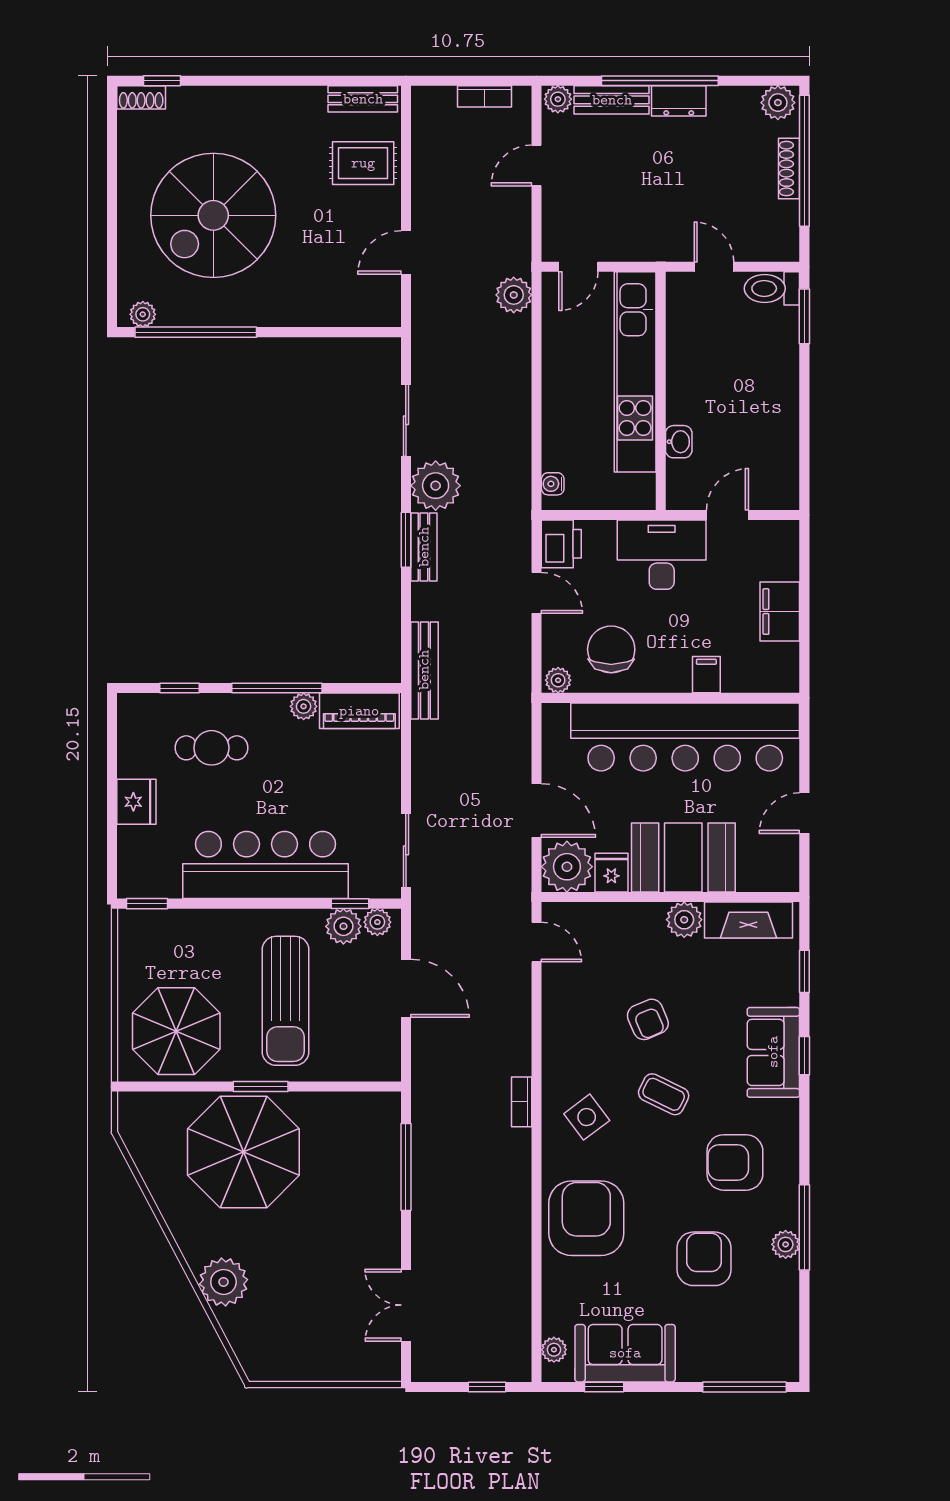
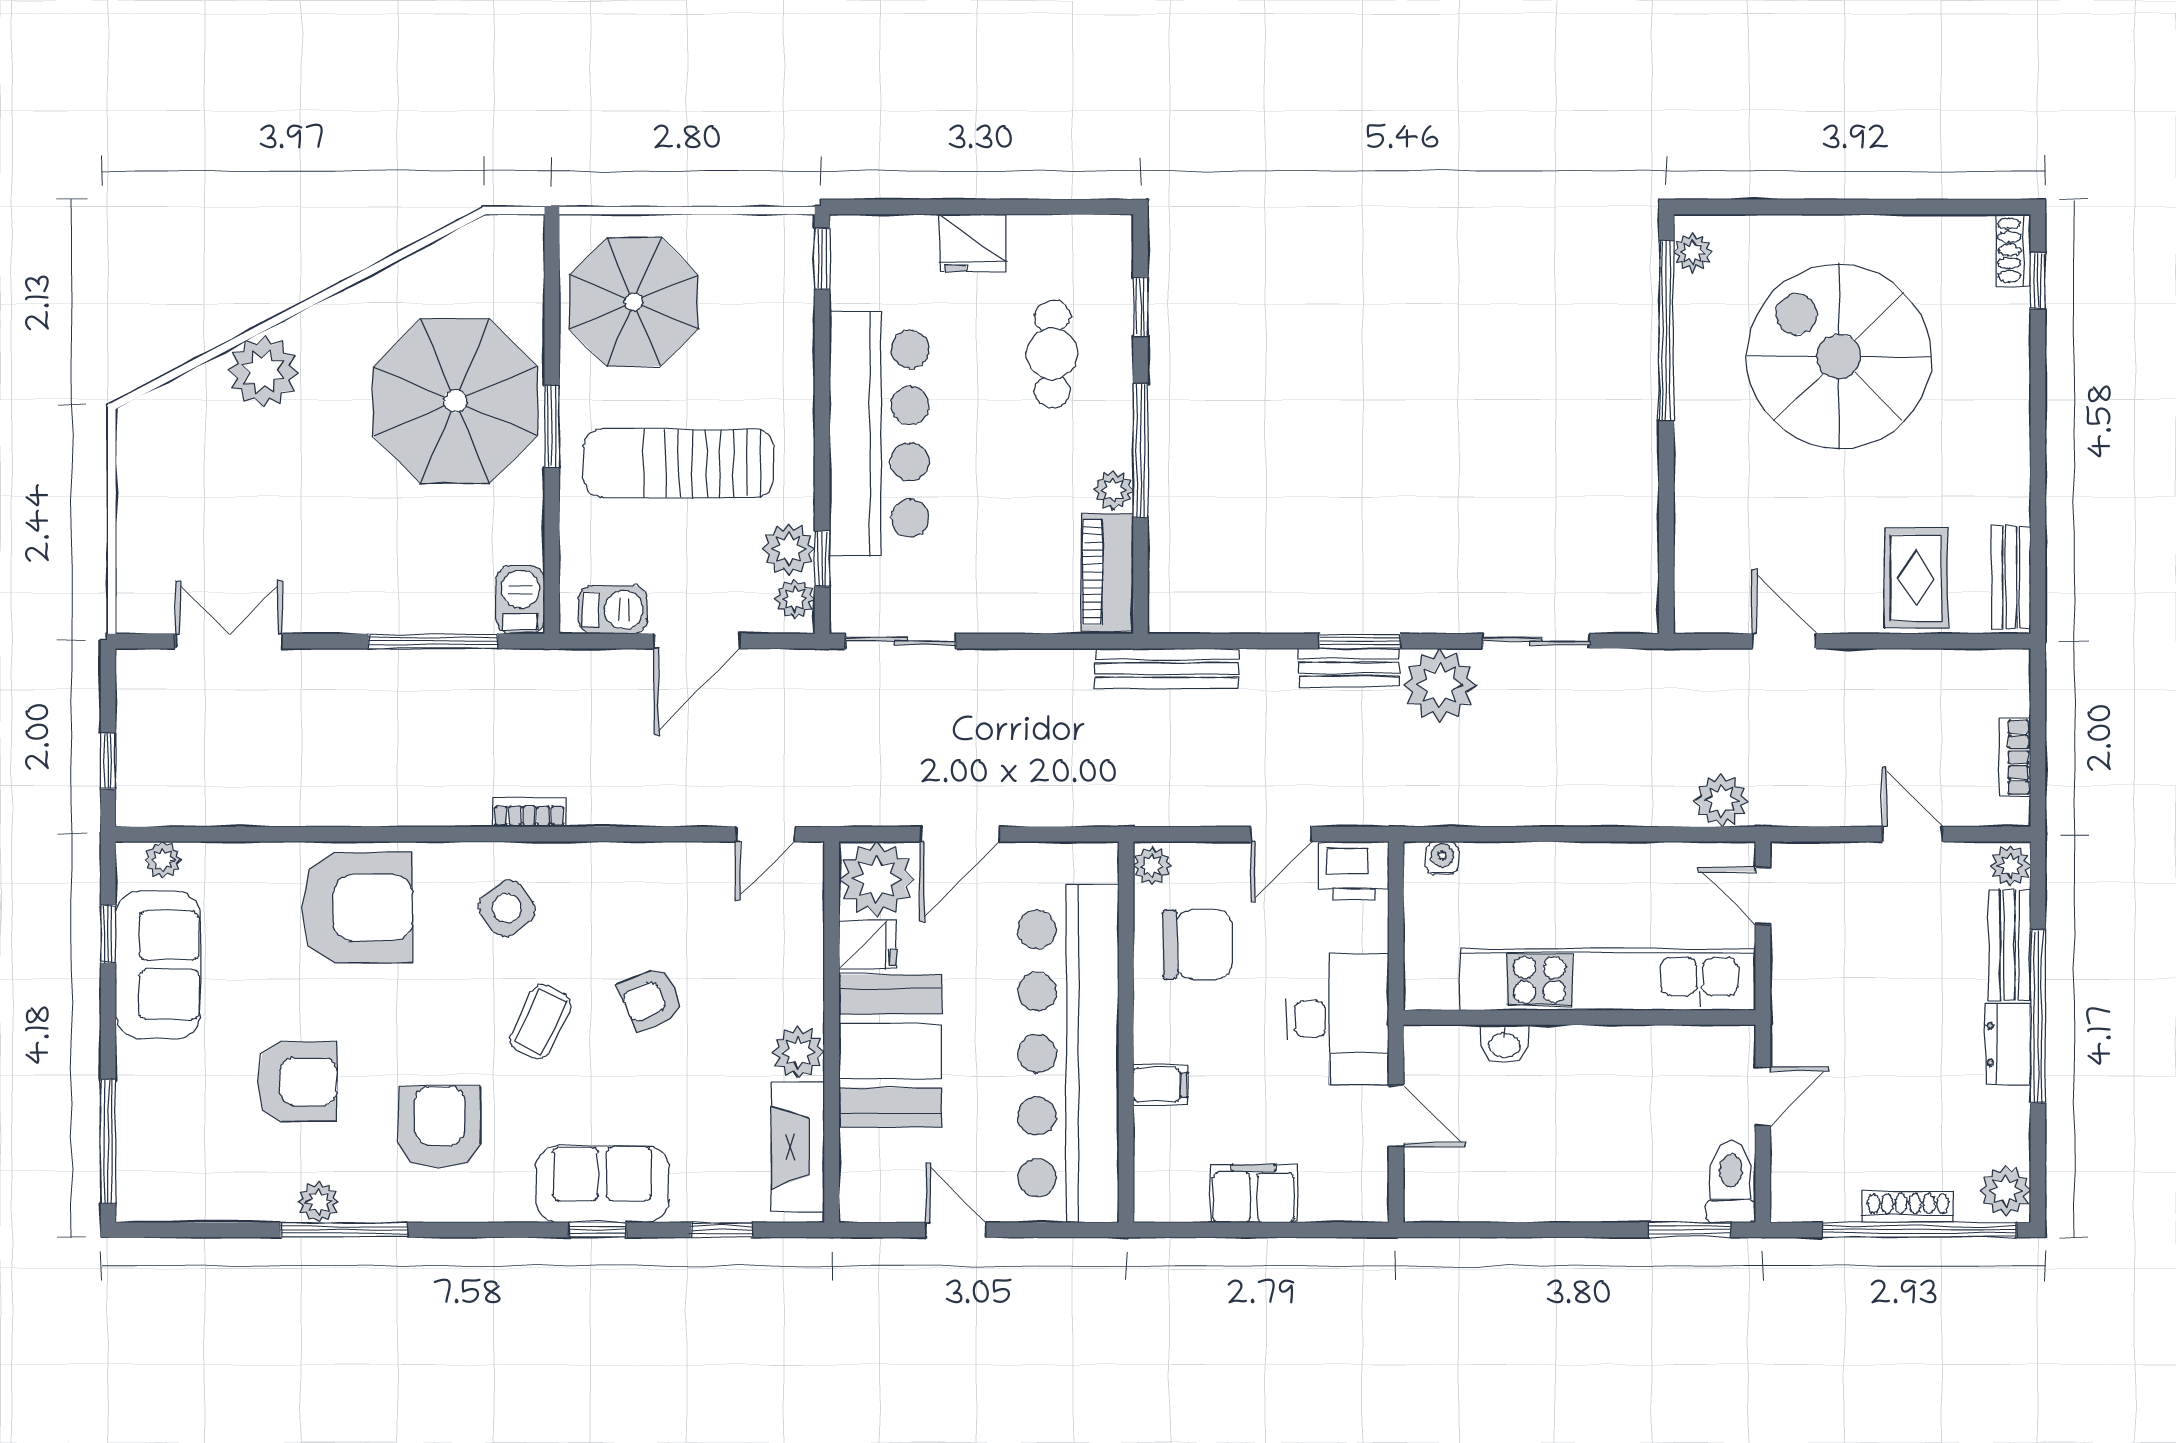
barbecue: (385, 1045) -> (613, 610), added
barbecue: (378, 1108) -> (521, 600), added

